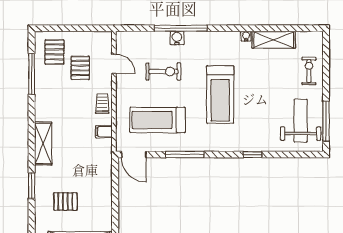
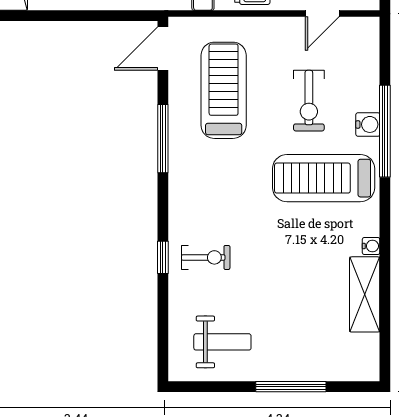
exercise bike: (309, 71) -> (206, 257), moved
treadmill: (220, 95) -> (324, 178), moved
weight bench: (301, 121) -> (222, 342), width x0.73, depth x0.75
window: (326, 121) -> (291, 387), moved

